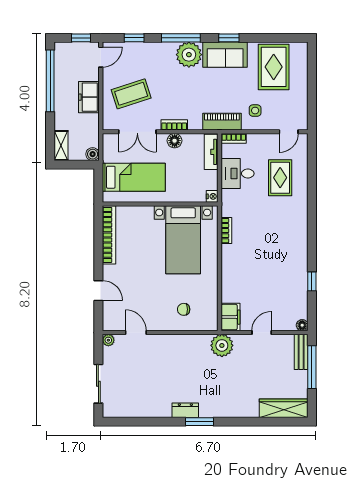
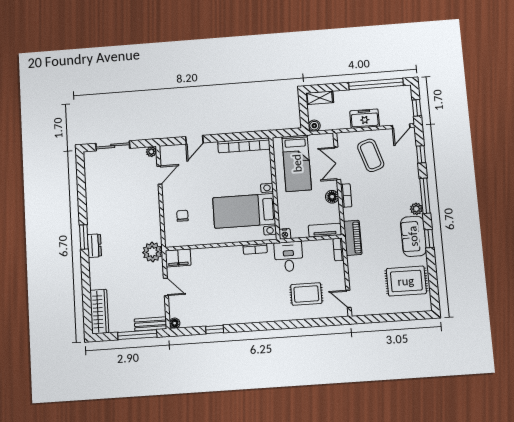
plant: (189, 55) -> (416, 209), width x0.53, depth x0.53
door: (101, 57) -> (401, 126), hinge flipped
side table: (255, 111) -> (365, 267), removed
desk: (238, 173) -> (289, 257), moved
dresser: (185, 410) -> (94, 246), moved

